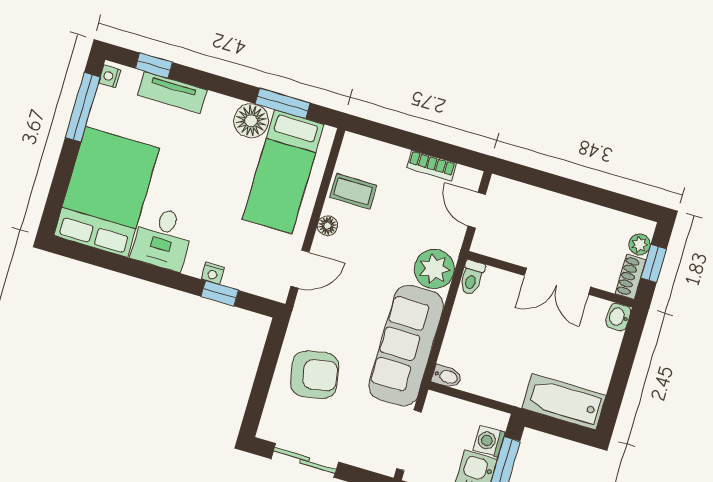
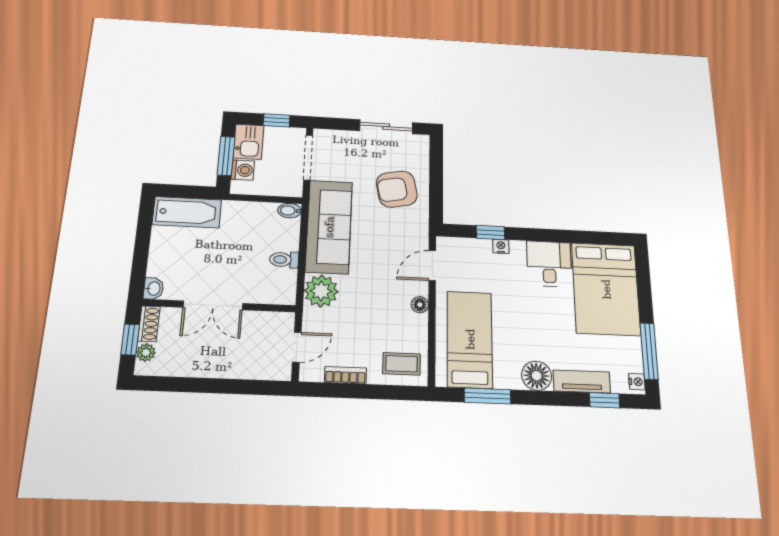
floor lamp: (251, 121) -> (537, 376), moved
coffee table: (353, 191) -> (401, 364), moved
door: (477, 210) -> (297, 347), hinge flipped
toilet: (472, 278) -> (284, 260), moved, turned -90
double door: (558, 281) -> (213, 305), swing flipped

